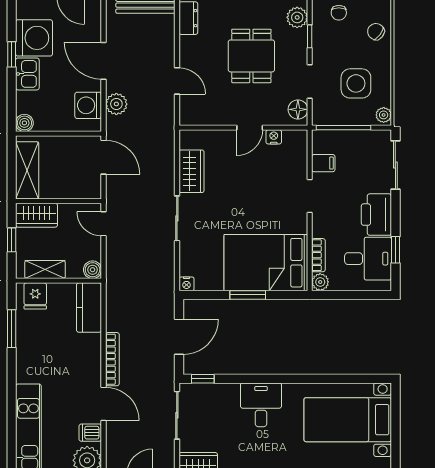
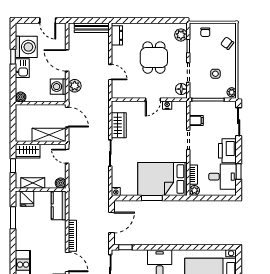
side table: (356, 83) -> (215, 74), width x0.54, depth x0.54
shelving: (27, 170) -> (49, 135), moved, turned 90

